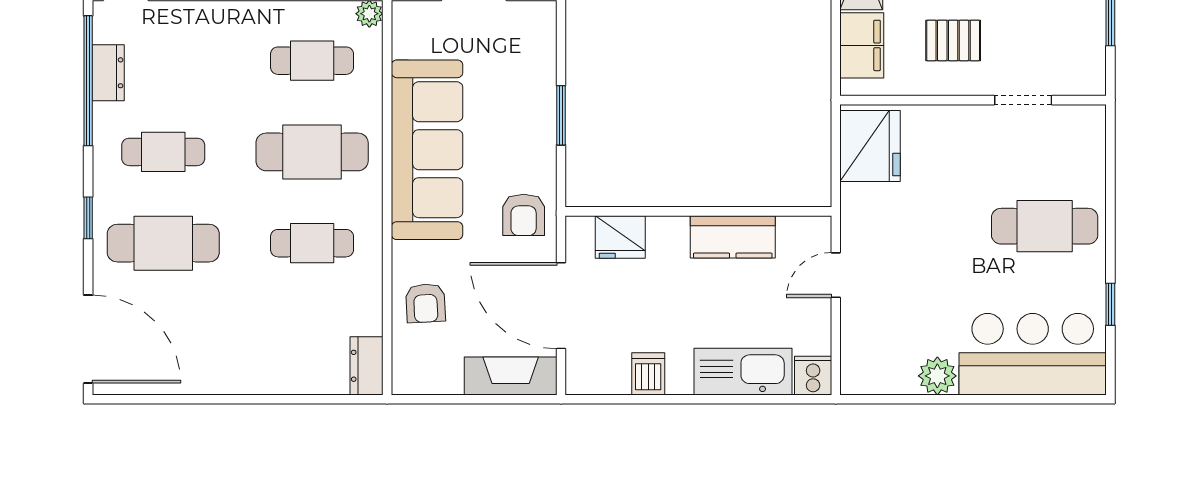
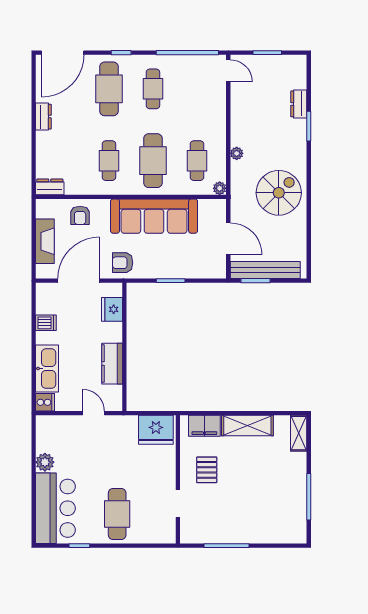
dresser: (108, 73) -> (43, 117), moved, turned -90
armchair: (426, 303) -> (80, 215), turned -87
fireplace: (511, 376) -> (45, 241), moved

